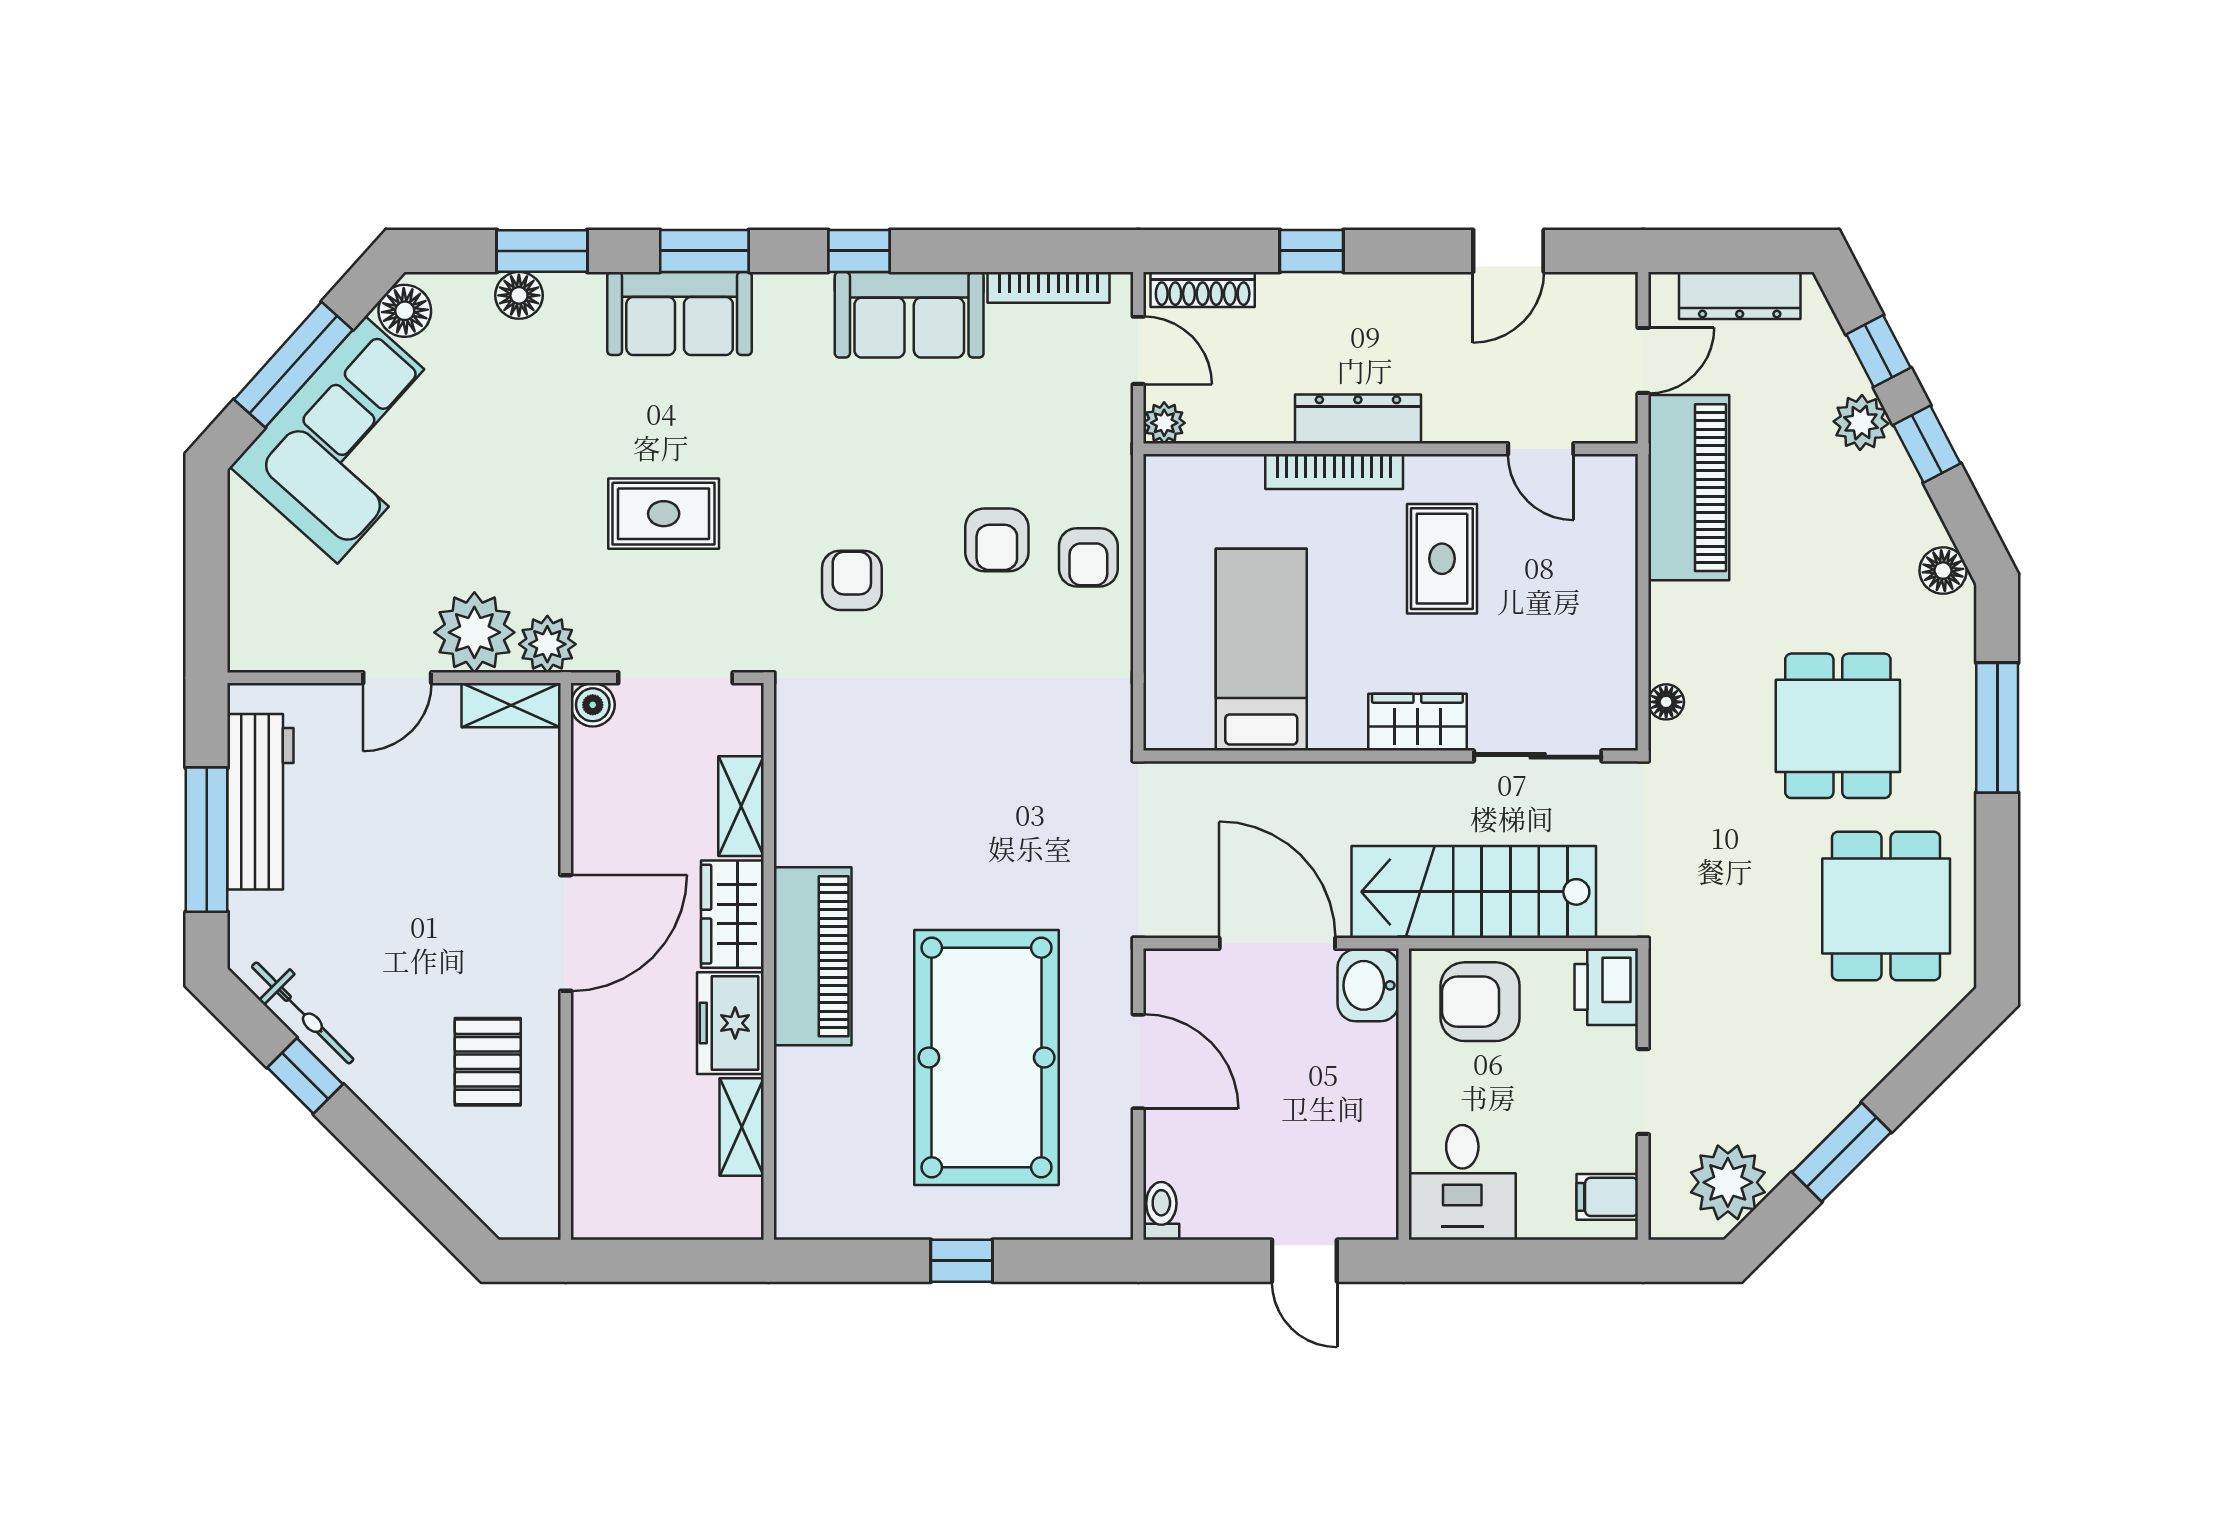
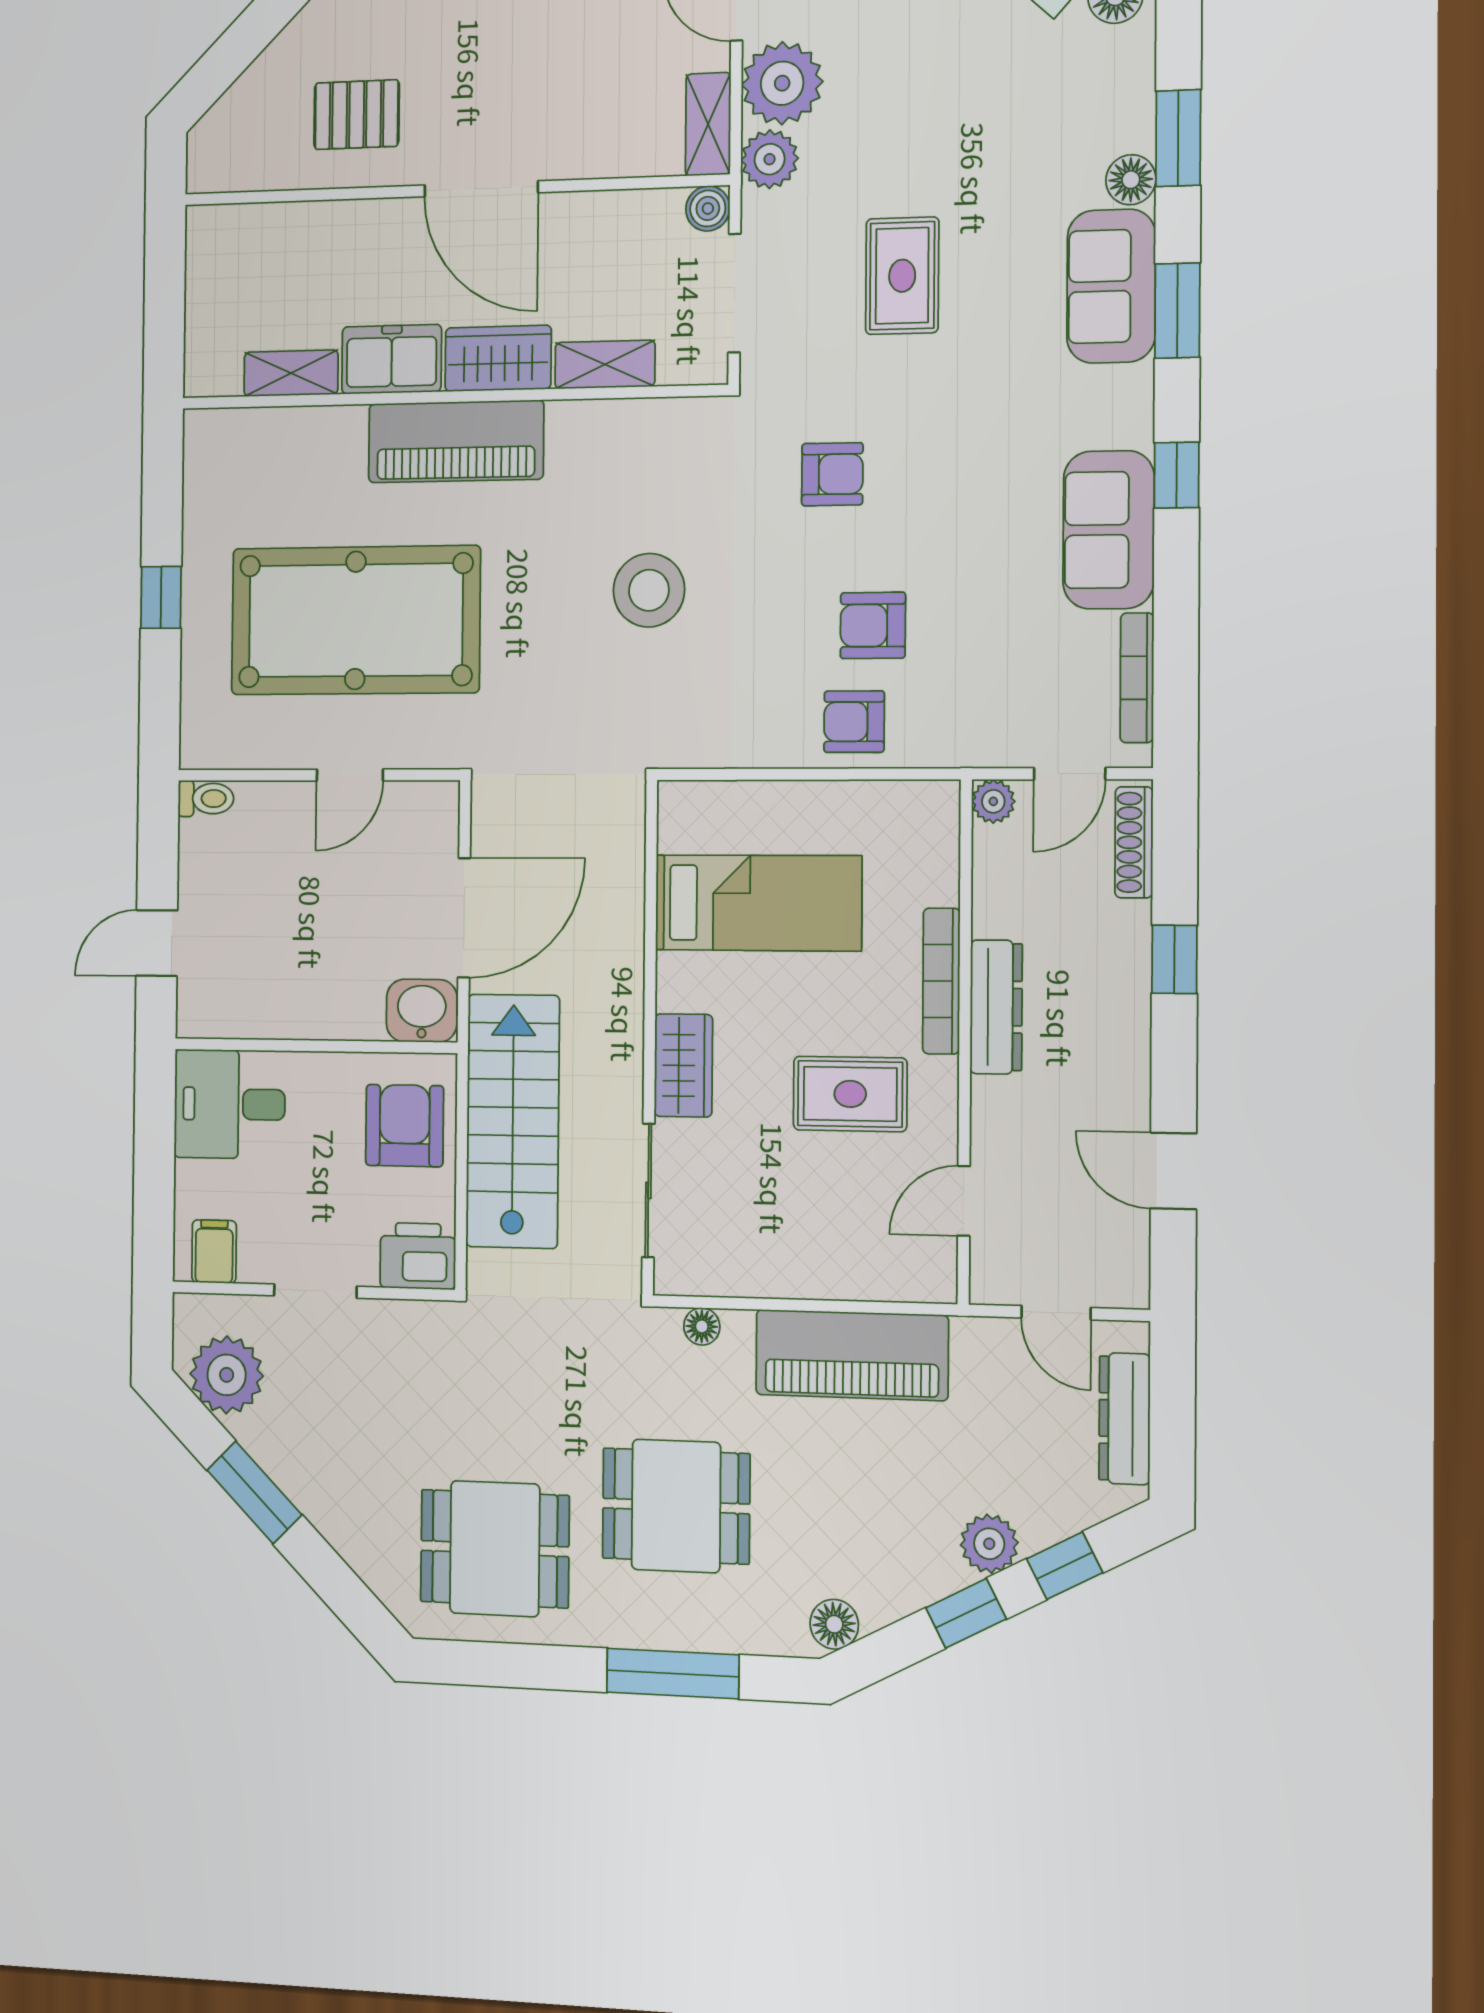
floor lamp: (519, 295) -> (1131, 180), moved
piano: (1689, 488) -> (852, 1355), moved
stool: (961, 760) -> (649, 590), added
door: (1138, 1061) -> (350, 775), width x0.73

